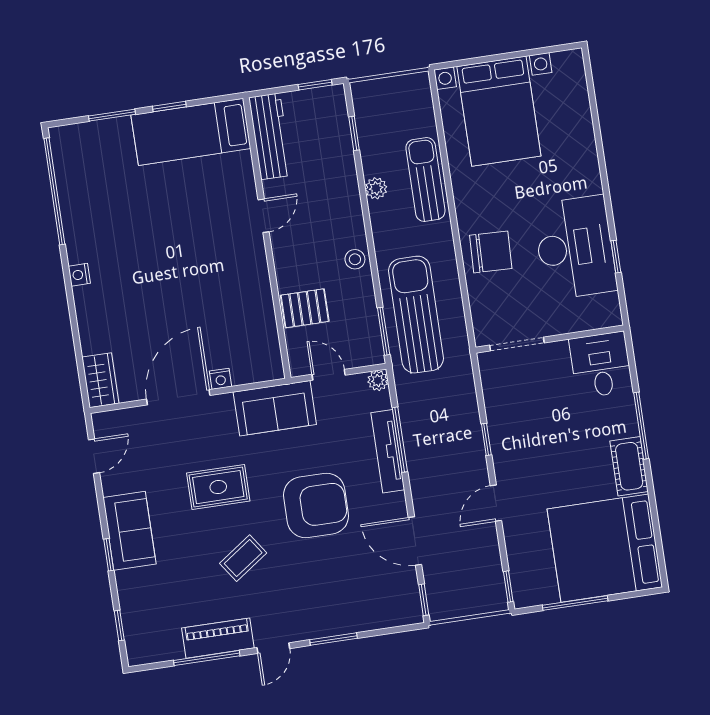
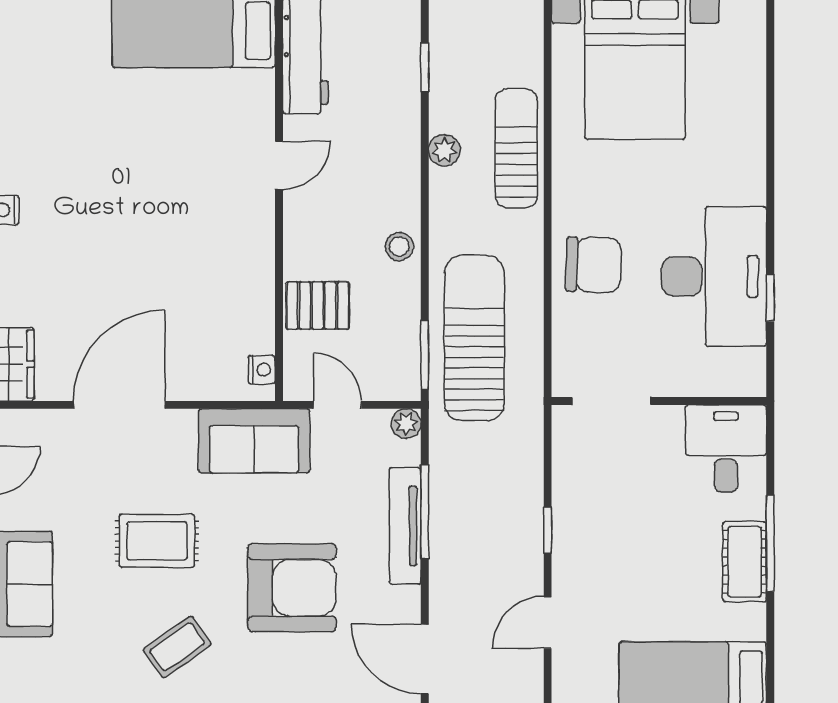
nightstand: (221, 379) -> (262, 370), moved, turned -90
cot: (629, 466) -> (745, 562), moved

